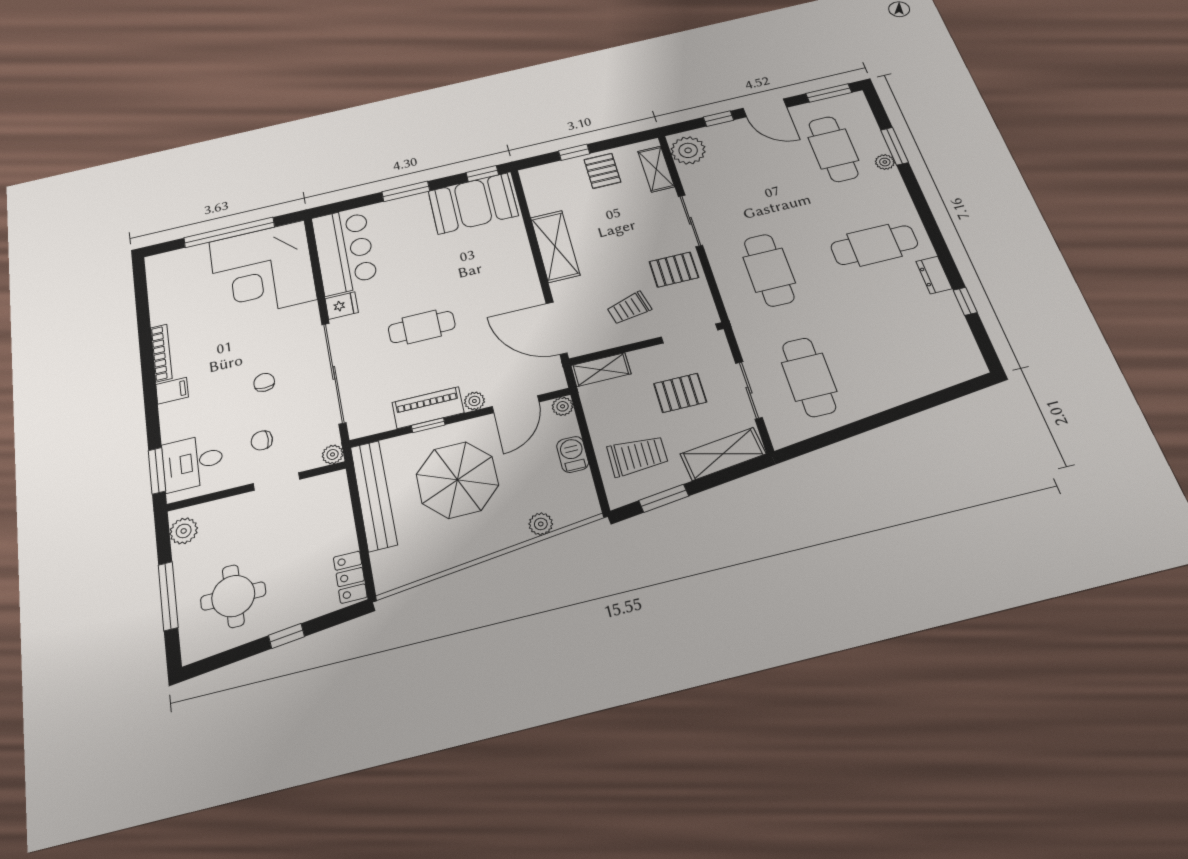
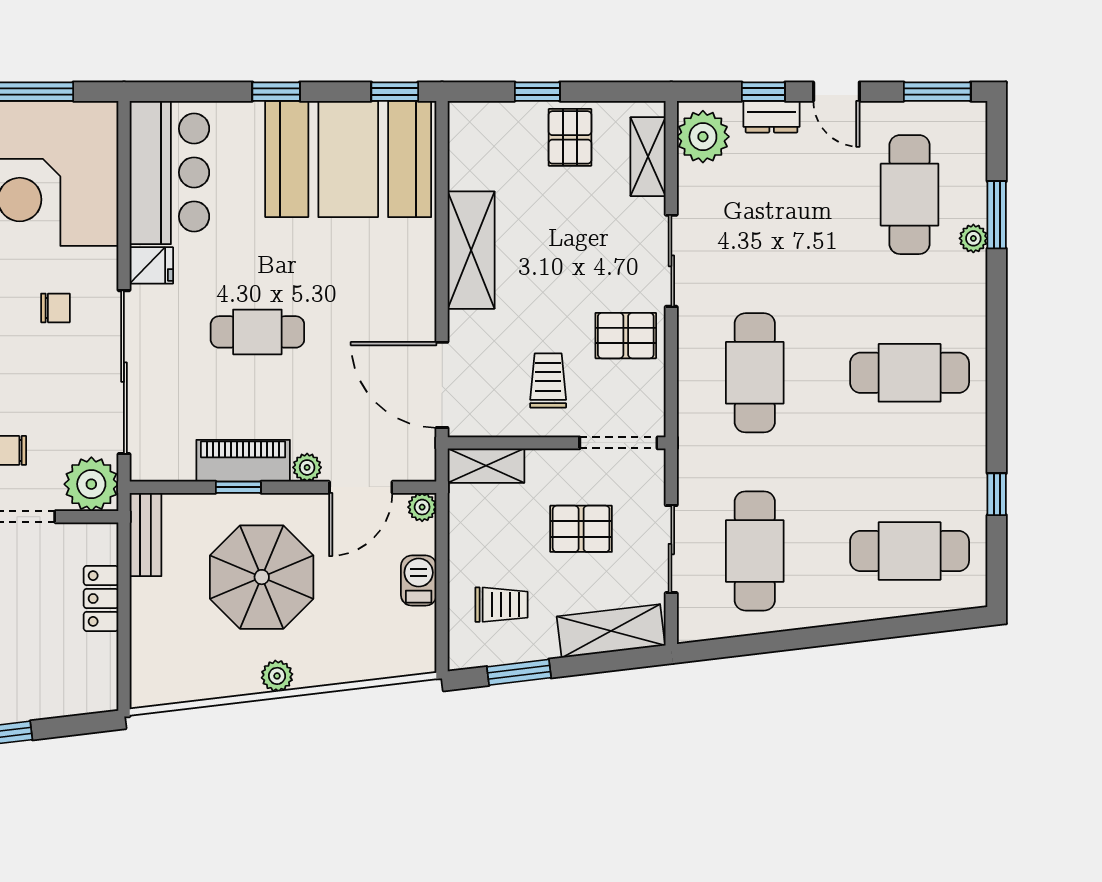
door: (765, 108) -> (836, 92), width x0.73
window: (406, 191) -> (276, 92), width x0.67
booth: (473, 203) -> (348, 159), width x1.36, depth x1.42
dresser: (934, 275) -> (772, 117), moved, turned -90
trolley: (629, 308) -> (548, 380), turned 104
cafe table: (919, 351) -> (910, 551), added
chair: (264, 382) -> (55, 308), moved, turned 90
plant: (333, 454) -> (91, 484), width x1.87, depth x1.87
trolley: (637, 456) -> (501, 605), width x0.73, depth x0.72
bench: (374, 495) -> (145, 534), width x0.54, depth x0.82
plant: (541, 524) -> (277, 676), moved
locker: (350, 577) -> (101, 599), moved

